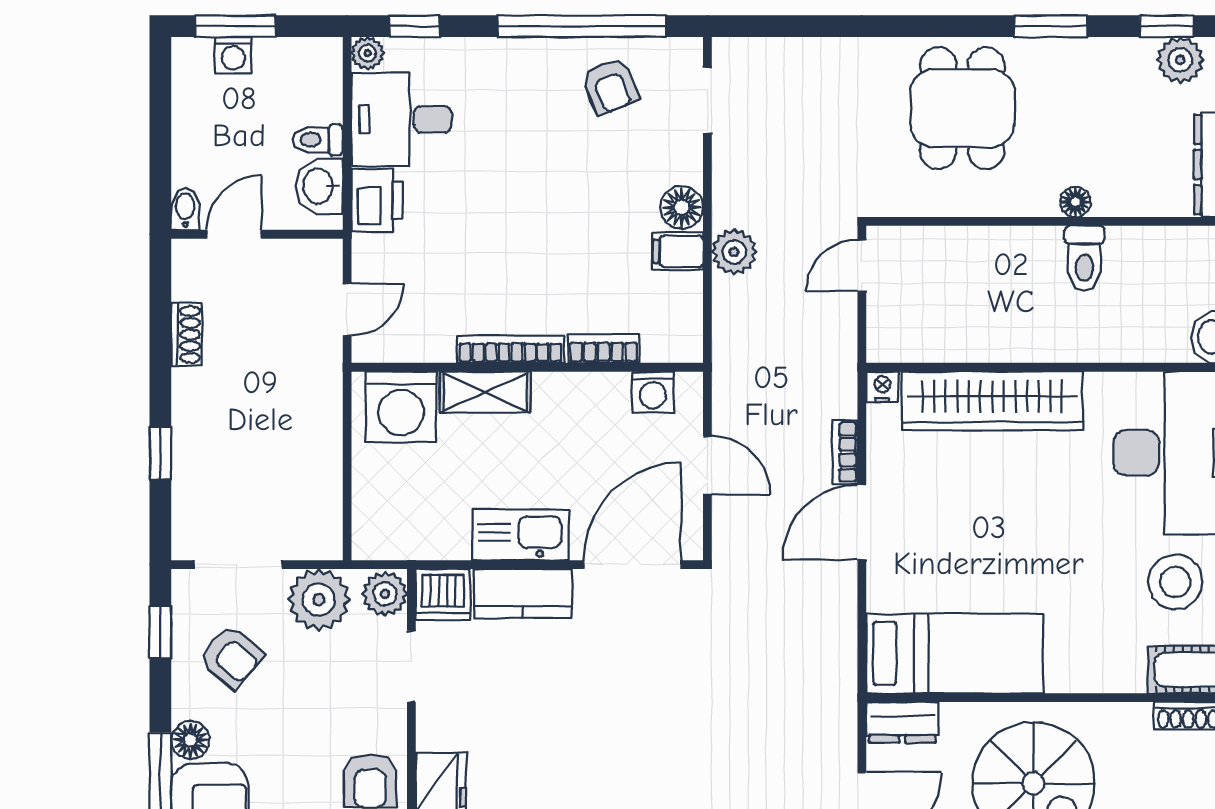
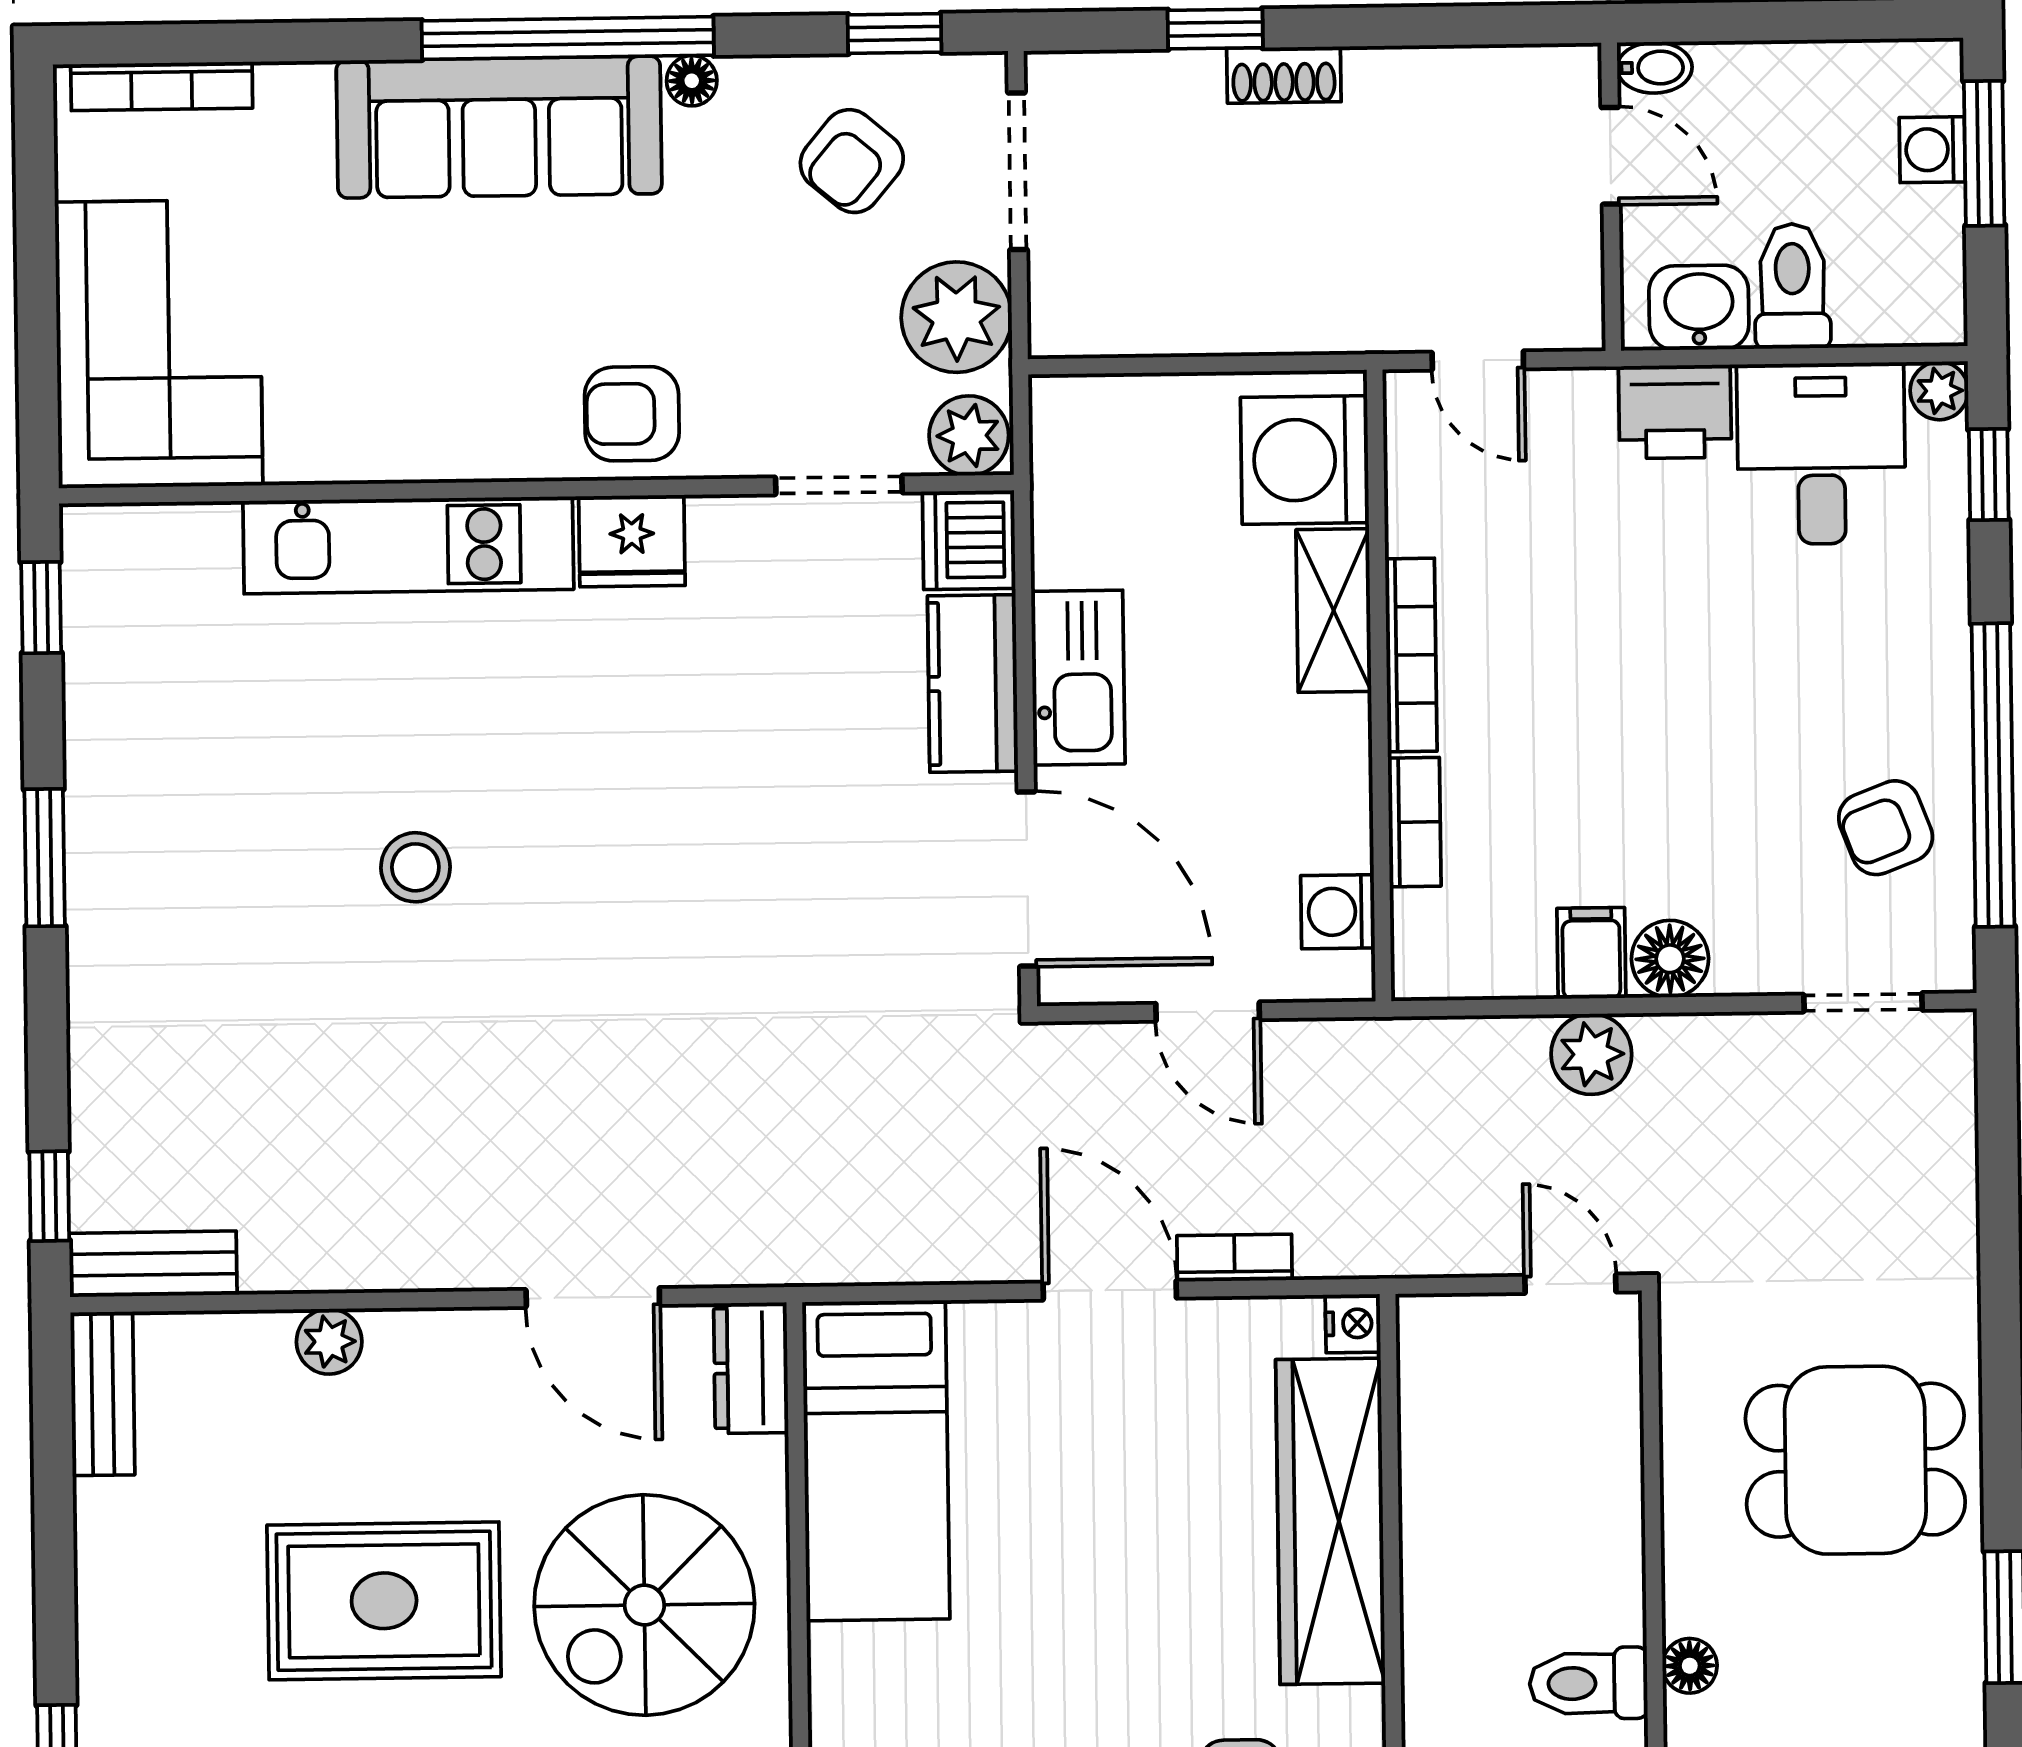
toilet: (318, 140) -> (1792, 286), width x1.37, depth x1.39
shoe rack: (187, 334) -> (1284, 75), moved
door: (707, 465) -> (1208, 1011), hinge flipped
floor lamp: (190, 740) -> (692, 81), width x0.73, depth x0.73

